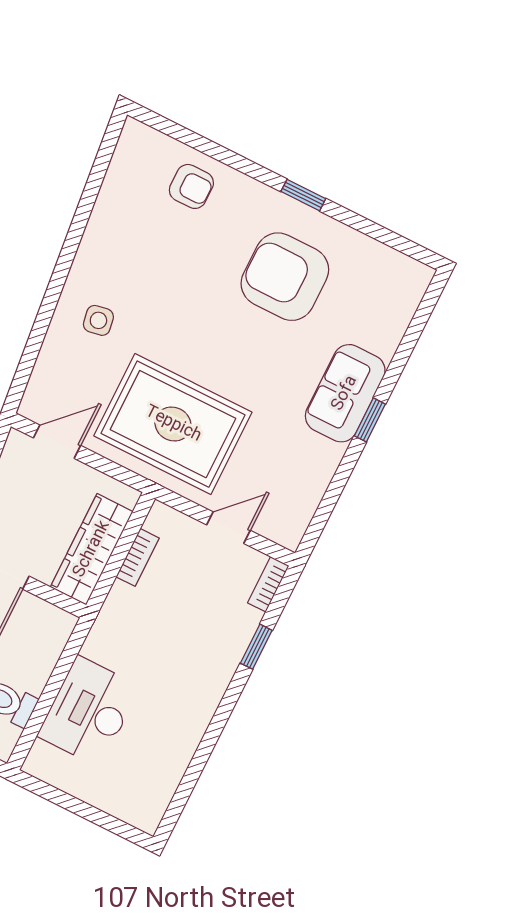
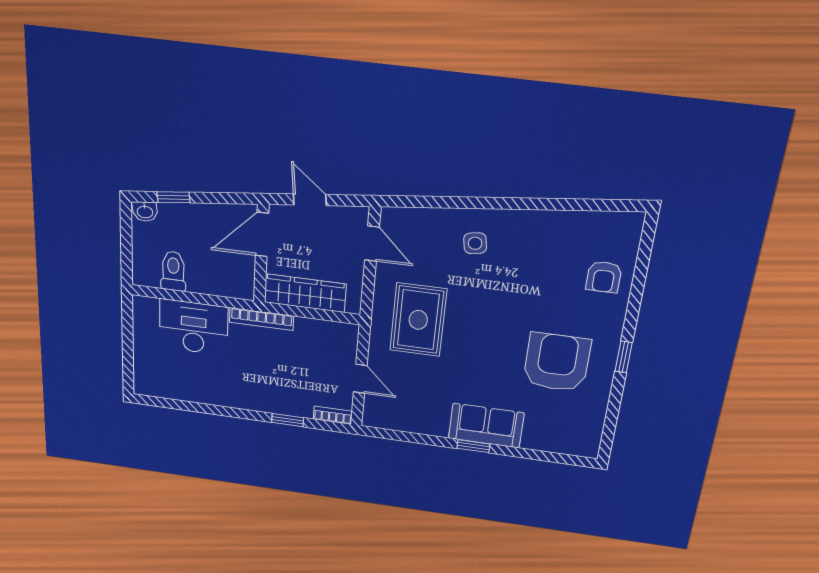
rug: (173, 424) -> (418, 320), width x0.73, depth x0.69
bookcase: (138, 557) -> (261, 319), moved, width x1.56

